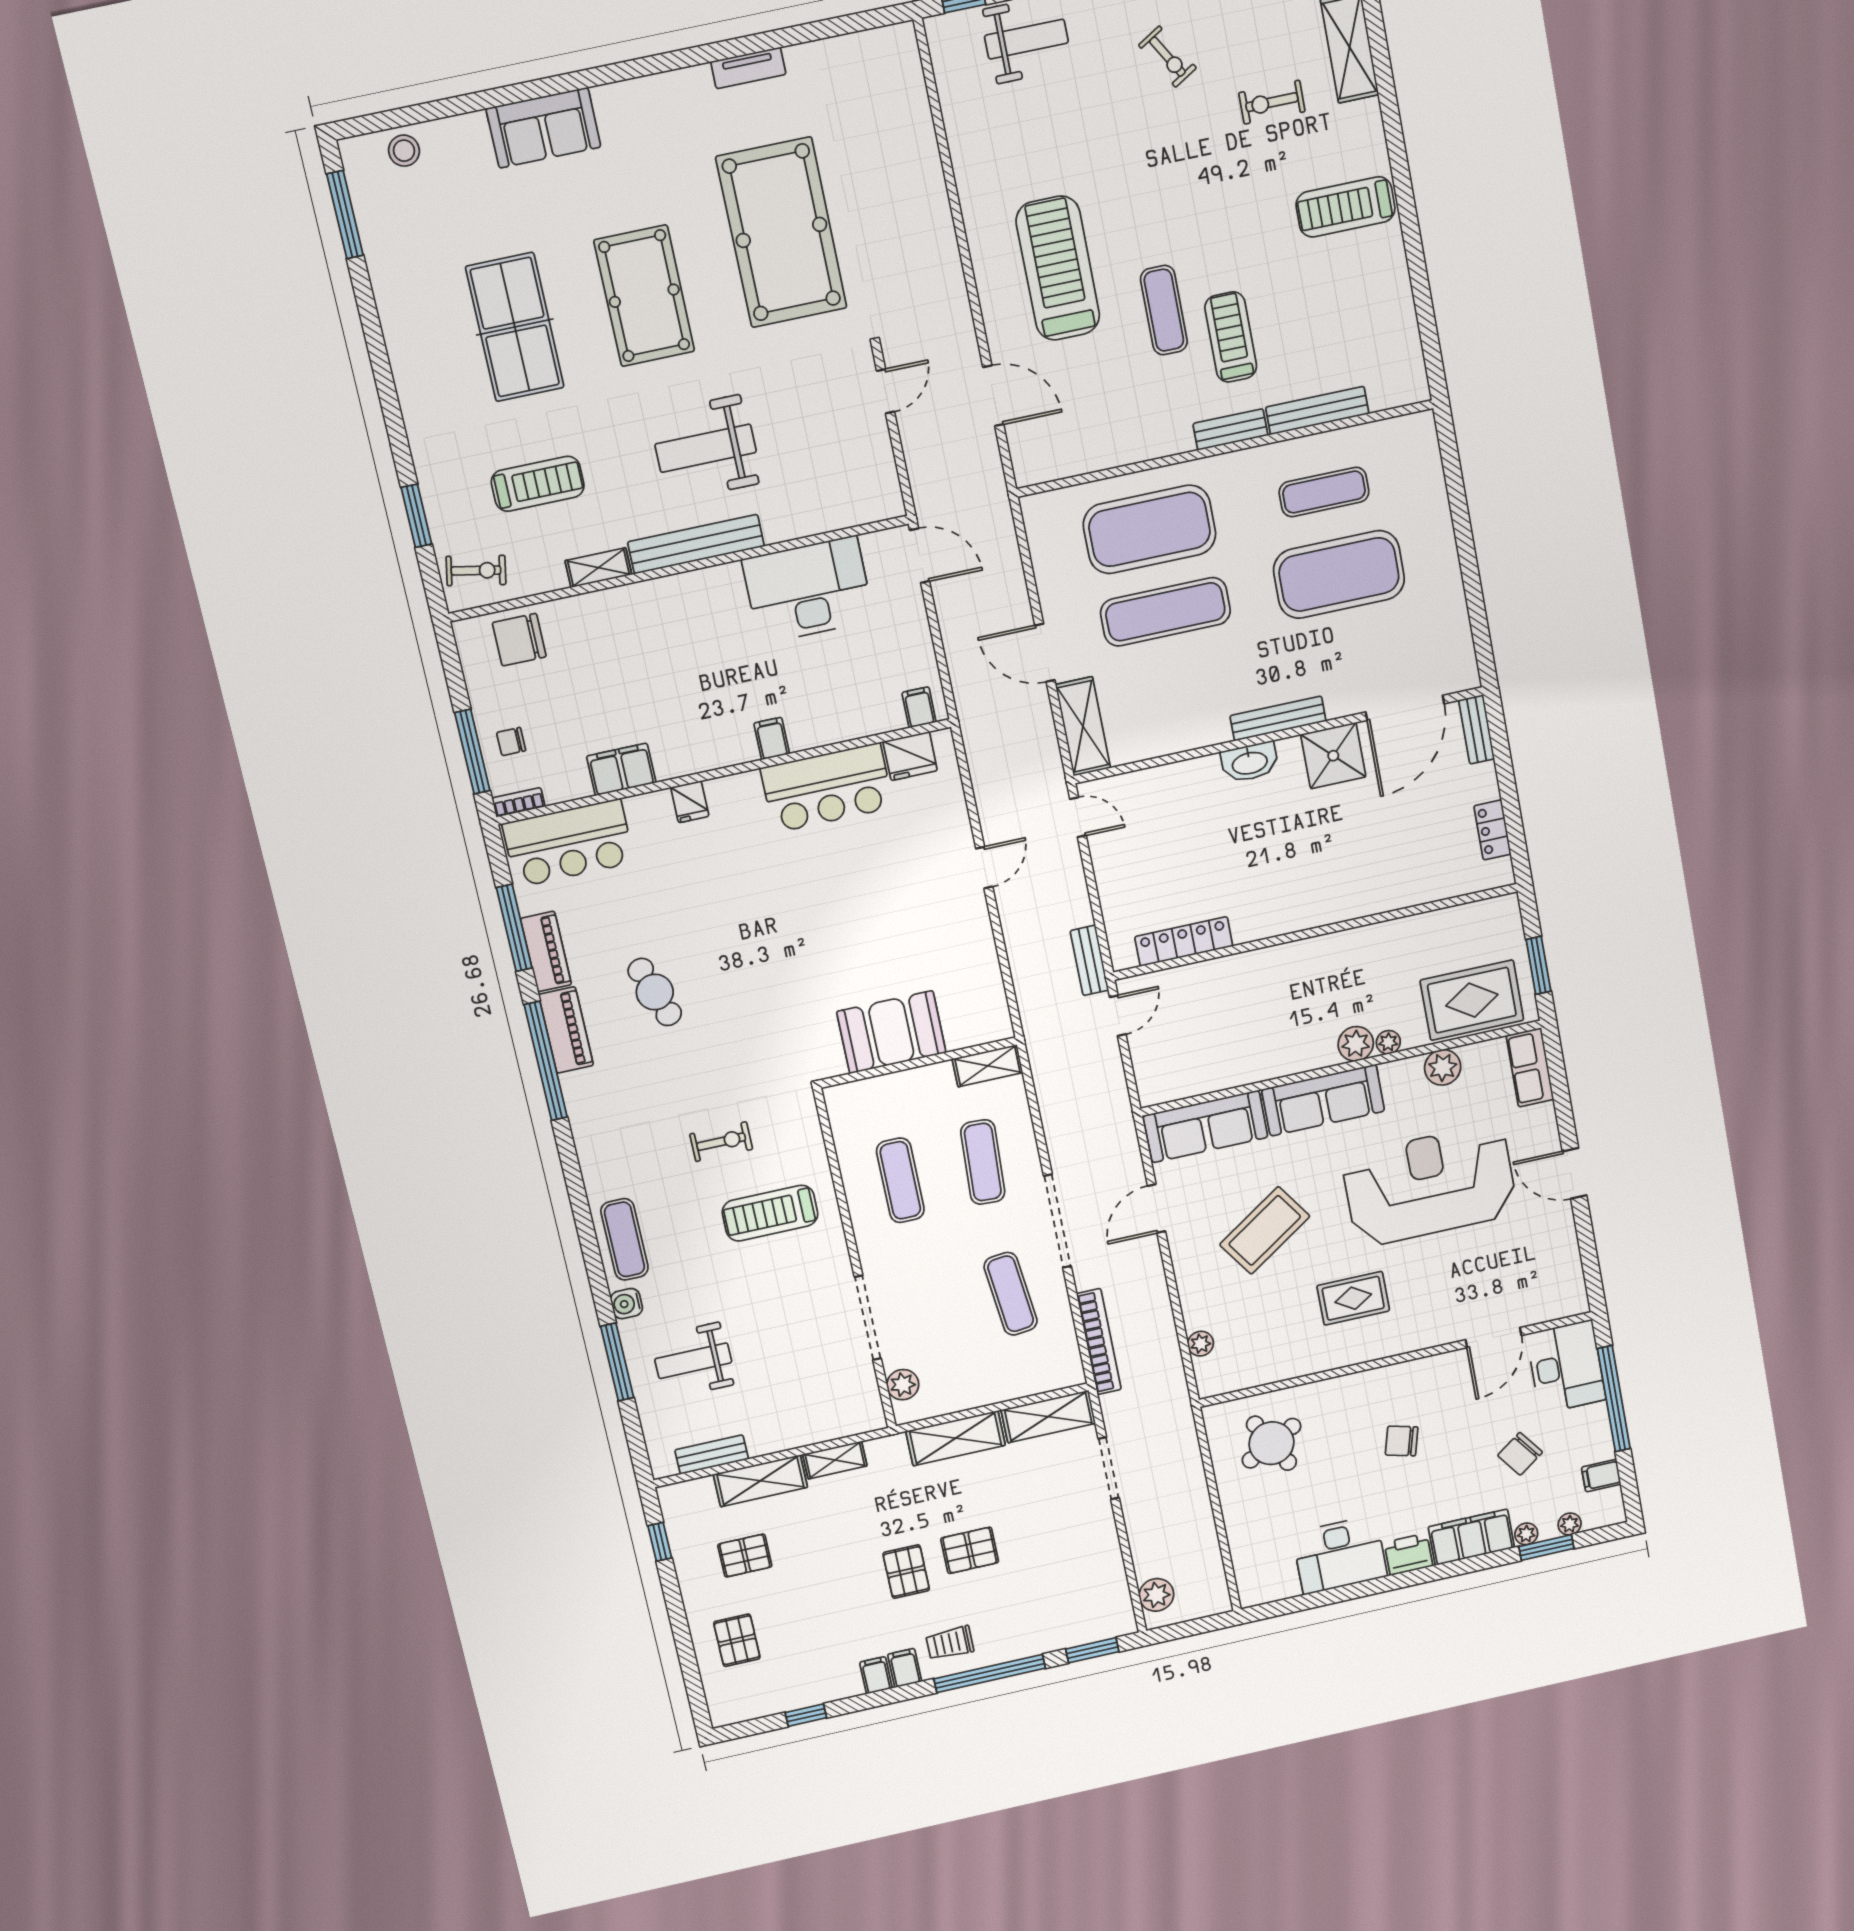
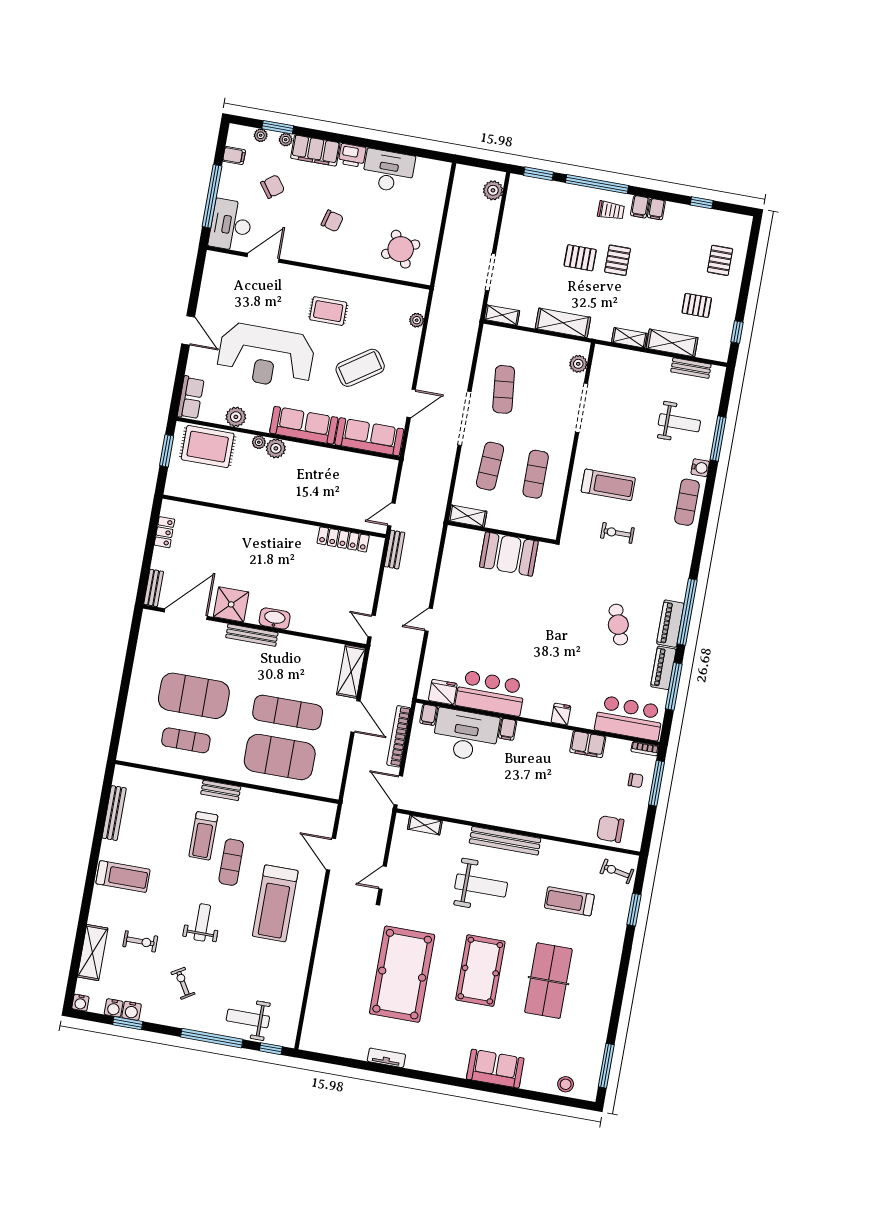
weight bench: (1174, 181) -> (202, 922), added
bench: (1317, 410) -> (114, 813), moved, turned 90
shelving: (598, 568) -> (425, 825), moved
desk: (808, 590) -> (466, 735), moved, turned 180
chair: (519, 640) -> (610, 829), turned 180
bookcase: (1099, 1342) -> (399, 736), moved
shelving: (1048, 1417) -> (502, 315), width x0.67, depth x0.75

